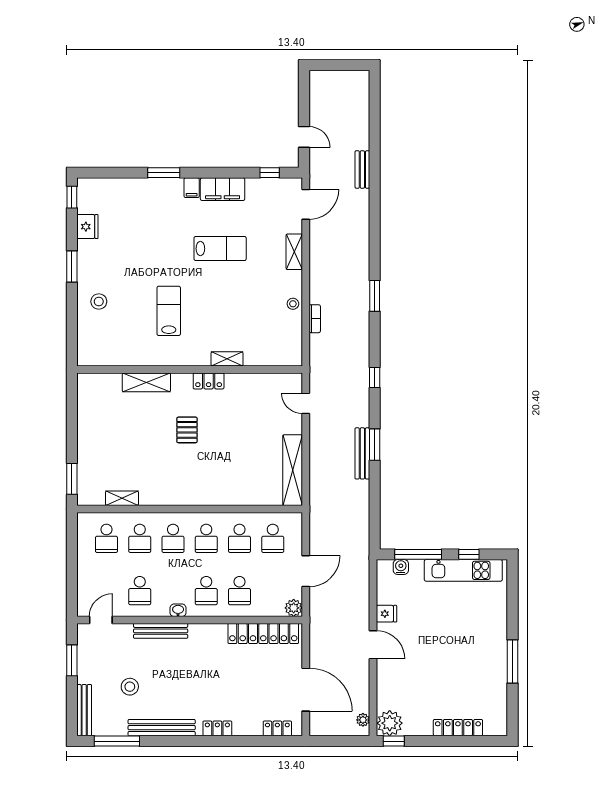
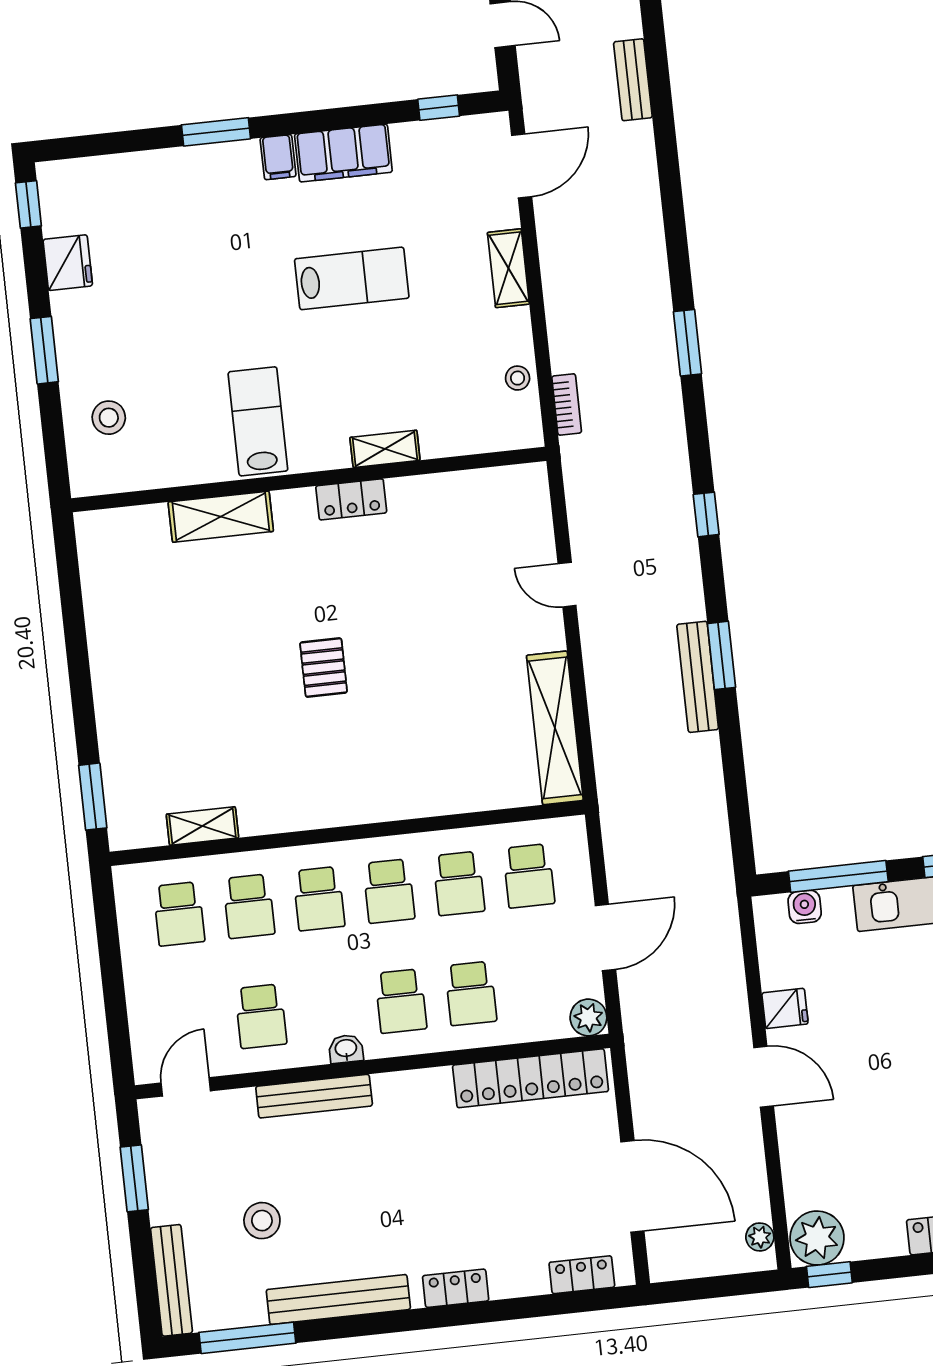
shelving: (227, 359) -> (385, 449), moved
wall: (190, 369) -> (309, 480), moved
locker: (209, 381) -> (351, 499), moved
shelving: (146, 382) -> (221, 517), moved

